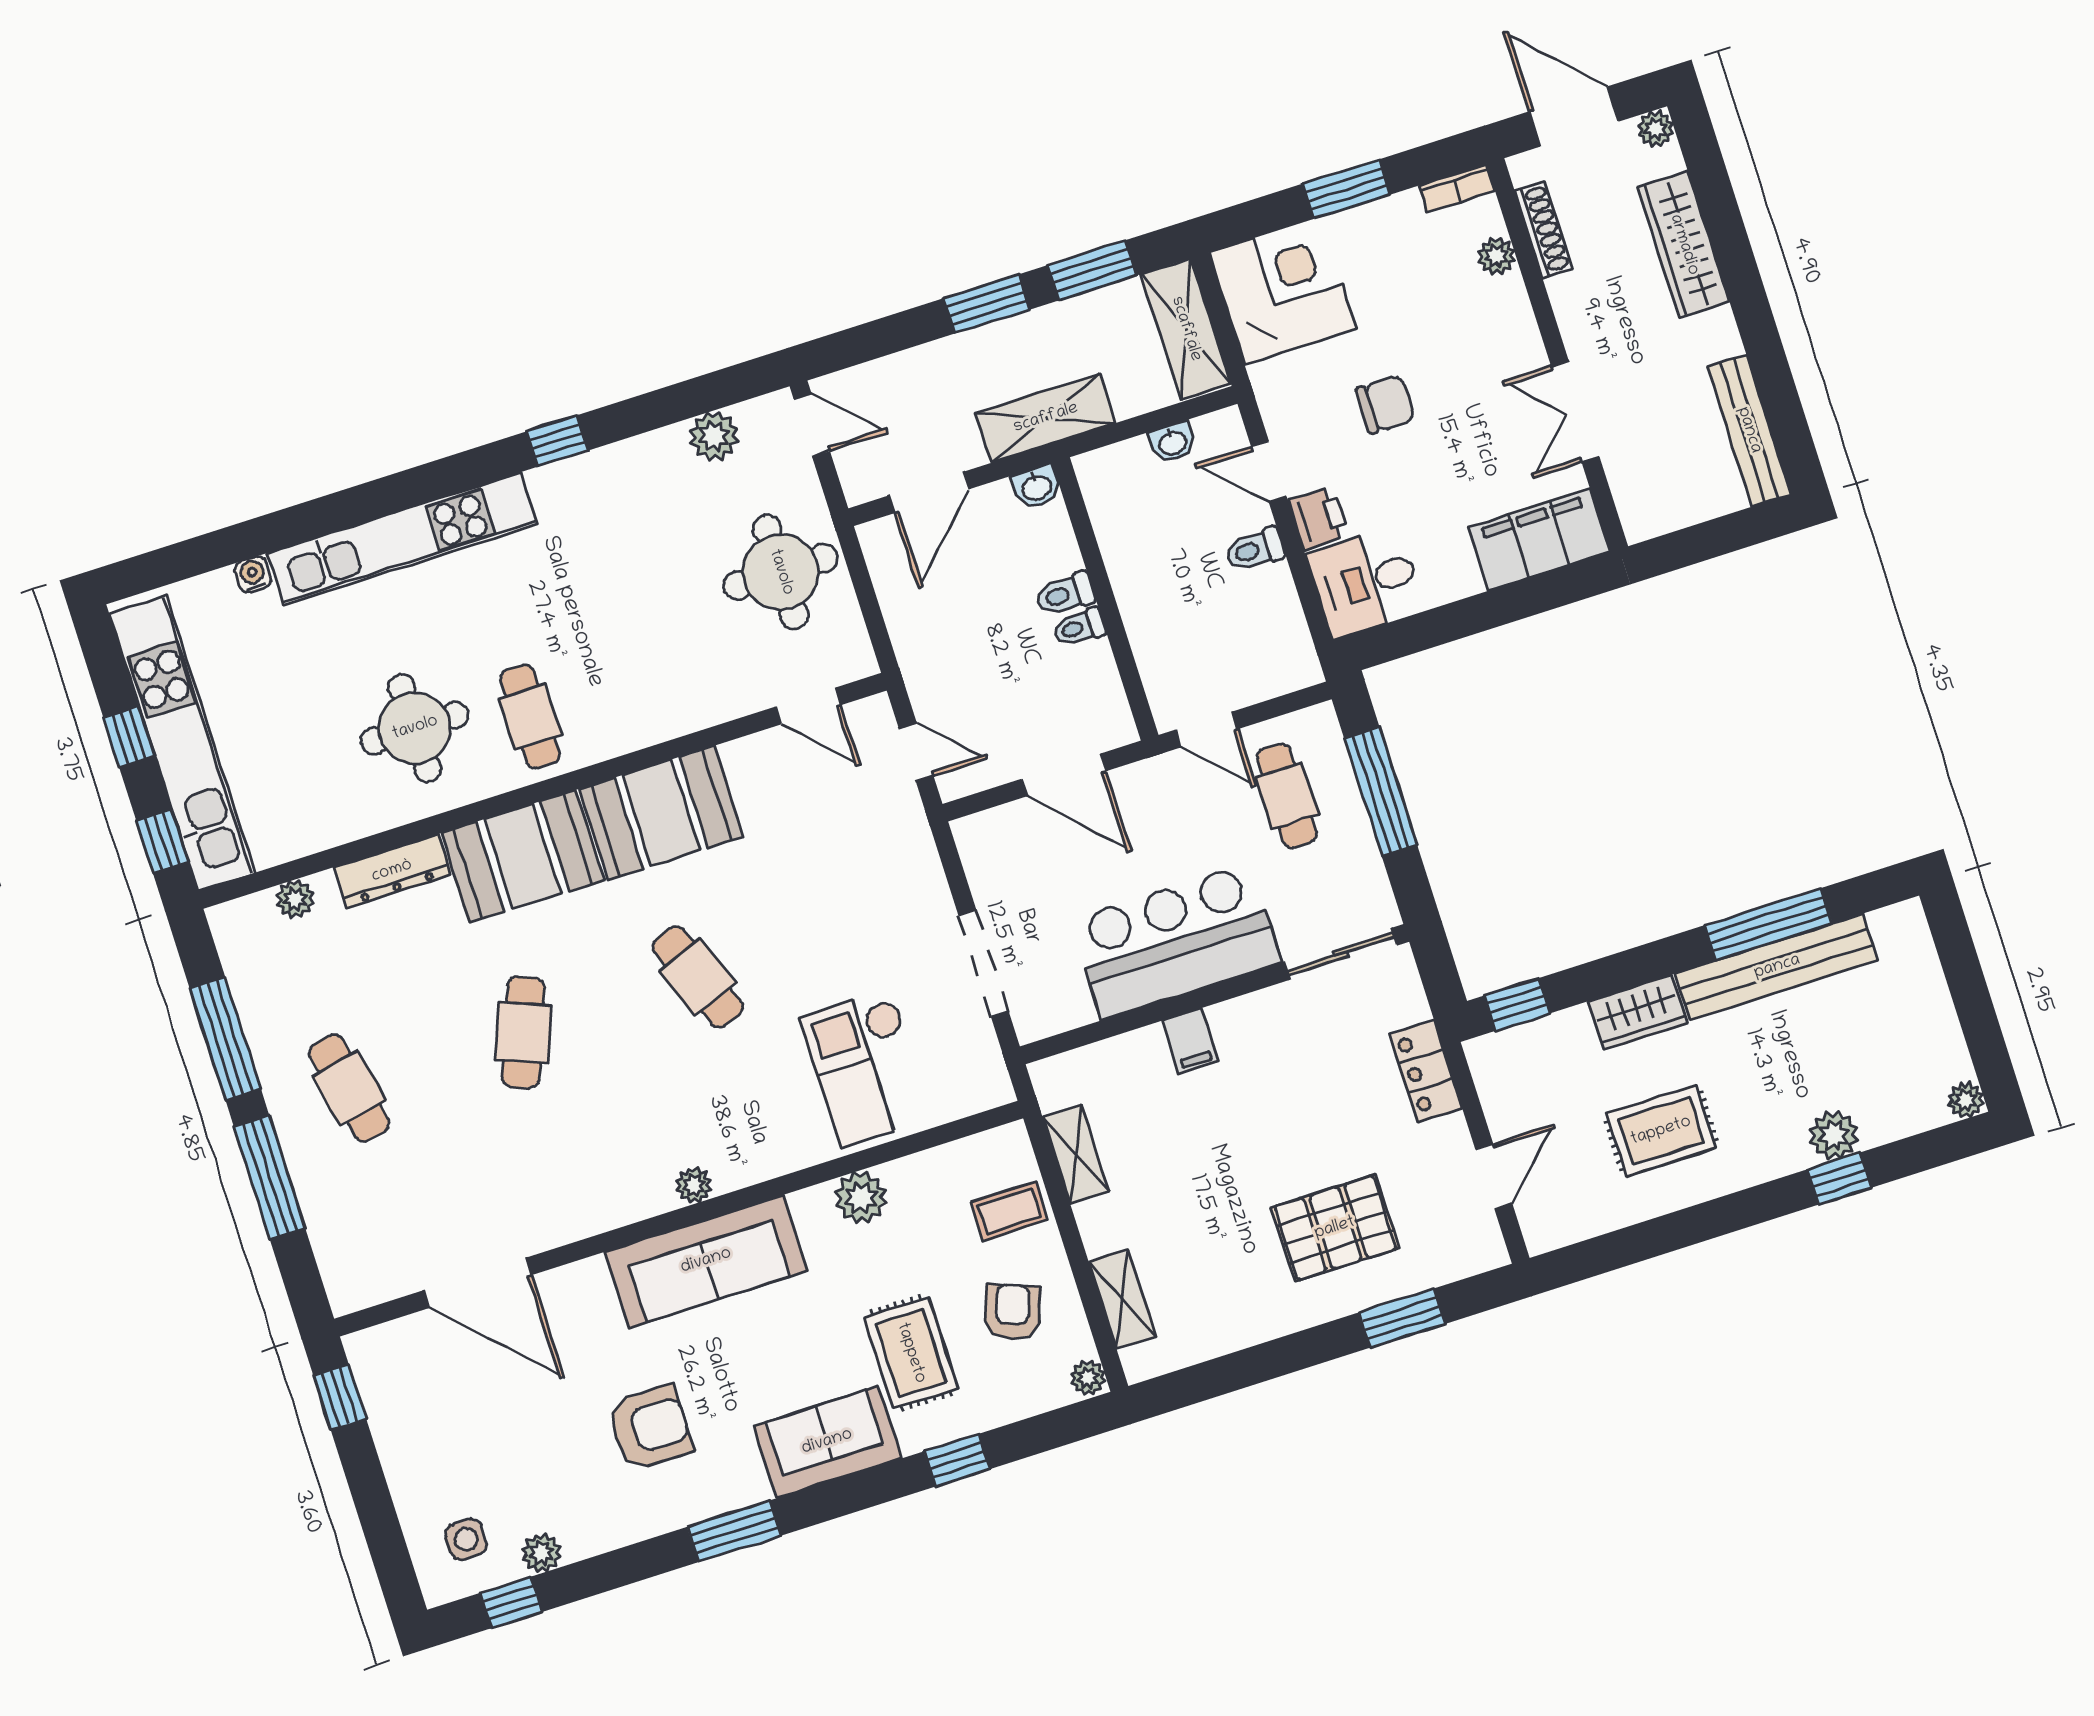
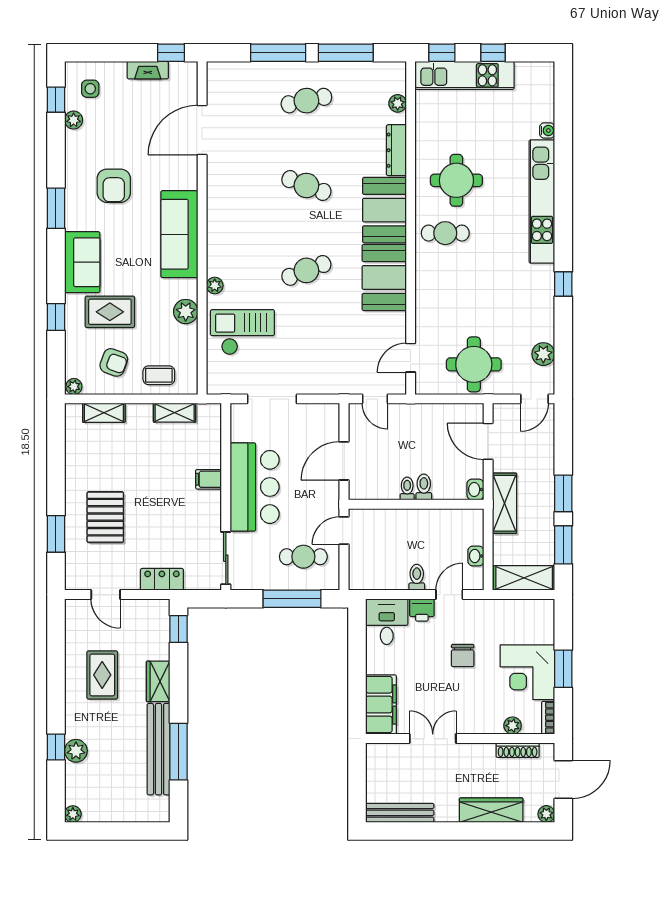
corner desk: (1283, 291) -> (527, 672), moved, turned 90
kitchen unit: (182, 743) -> (465, 75), width x0.73
door: (916, 752) -> (375, 399), hinge flipped
plant: (694, 1185) -> (215, 286), moved
coffee table: (1009, 1211) -> (159, 375), turned 90
fireplace: (391, 1433) -> (148, 70), added

